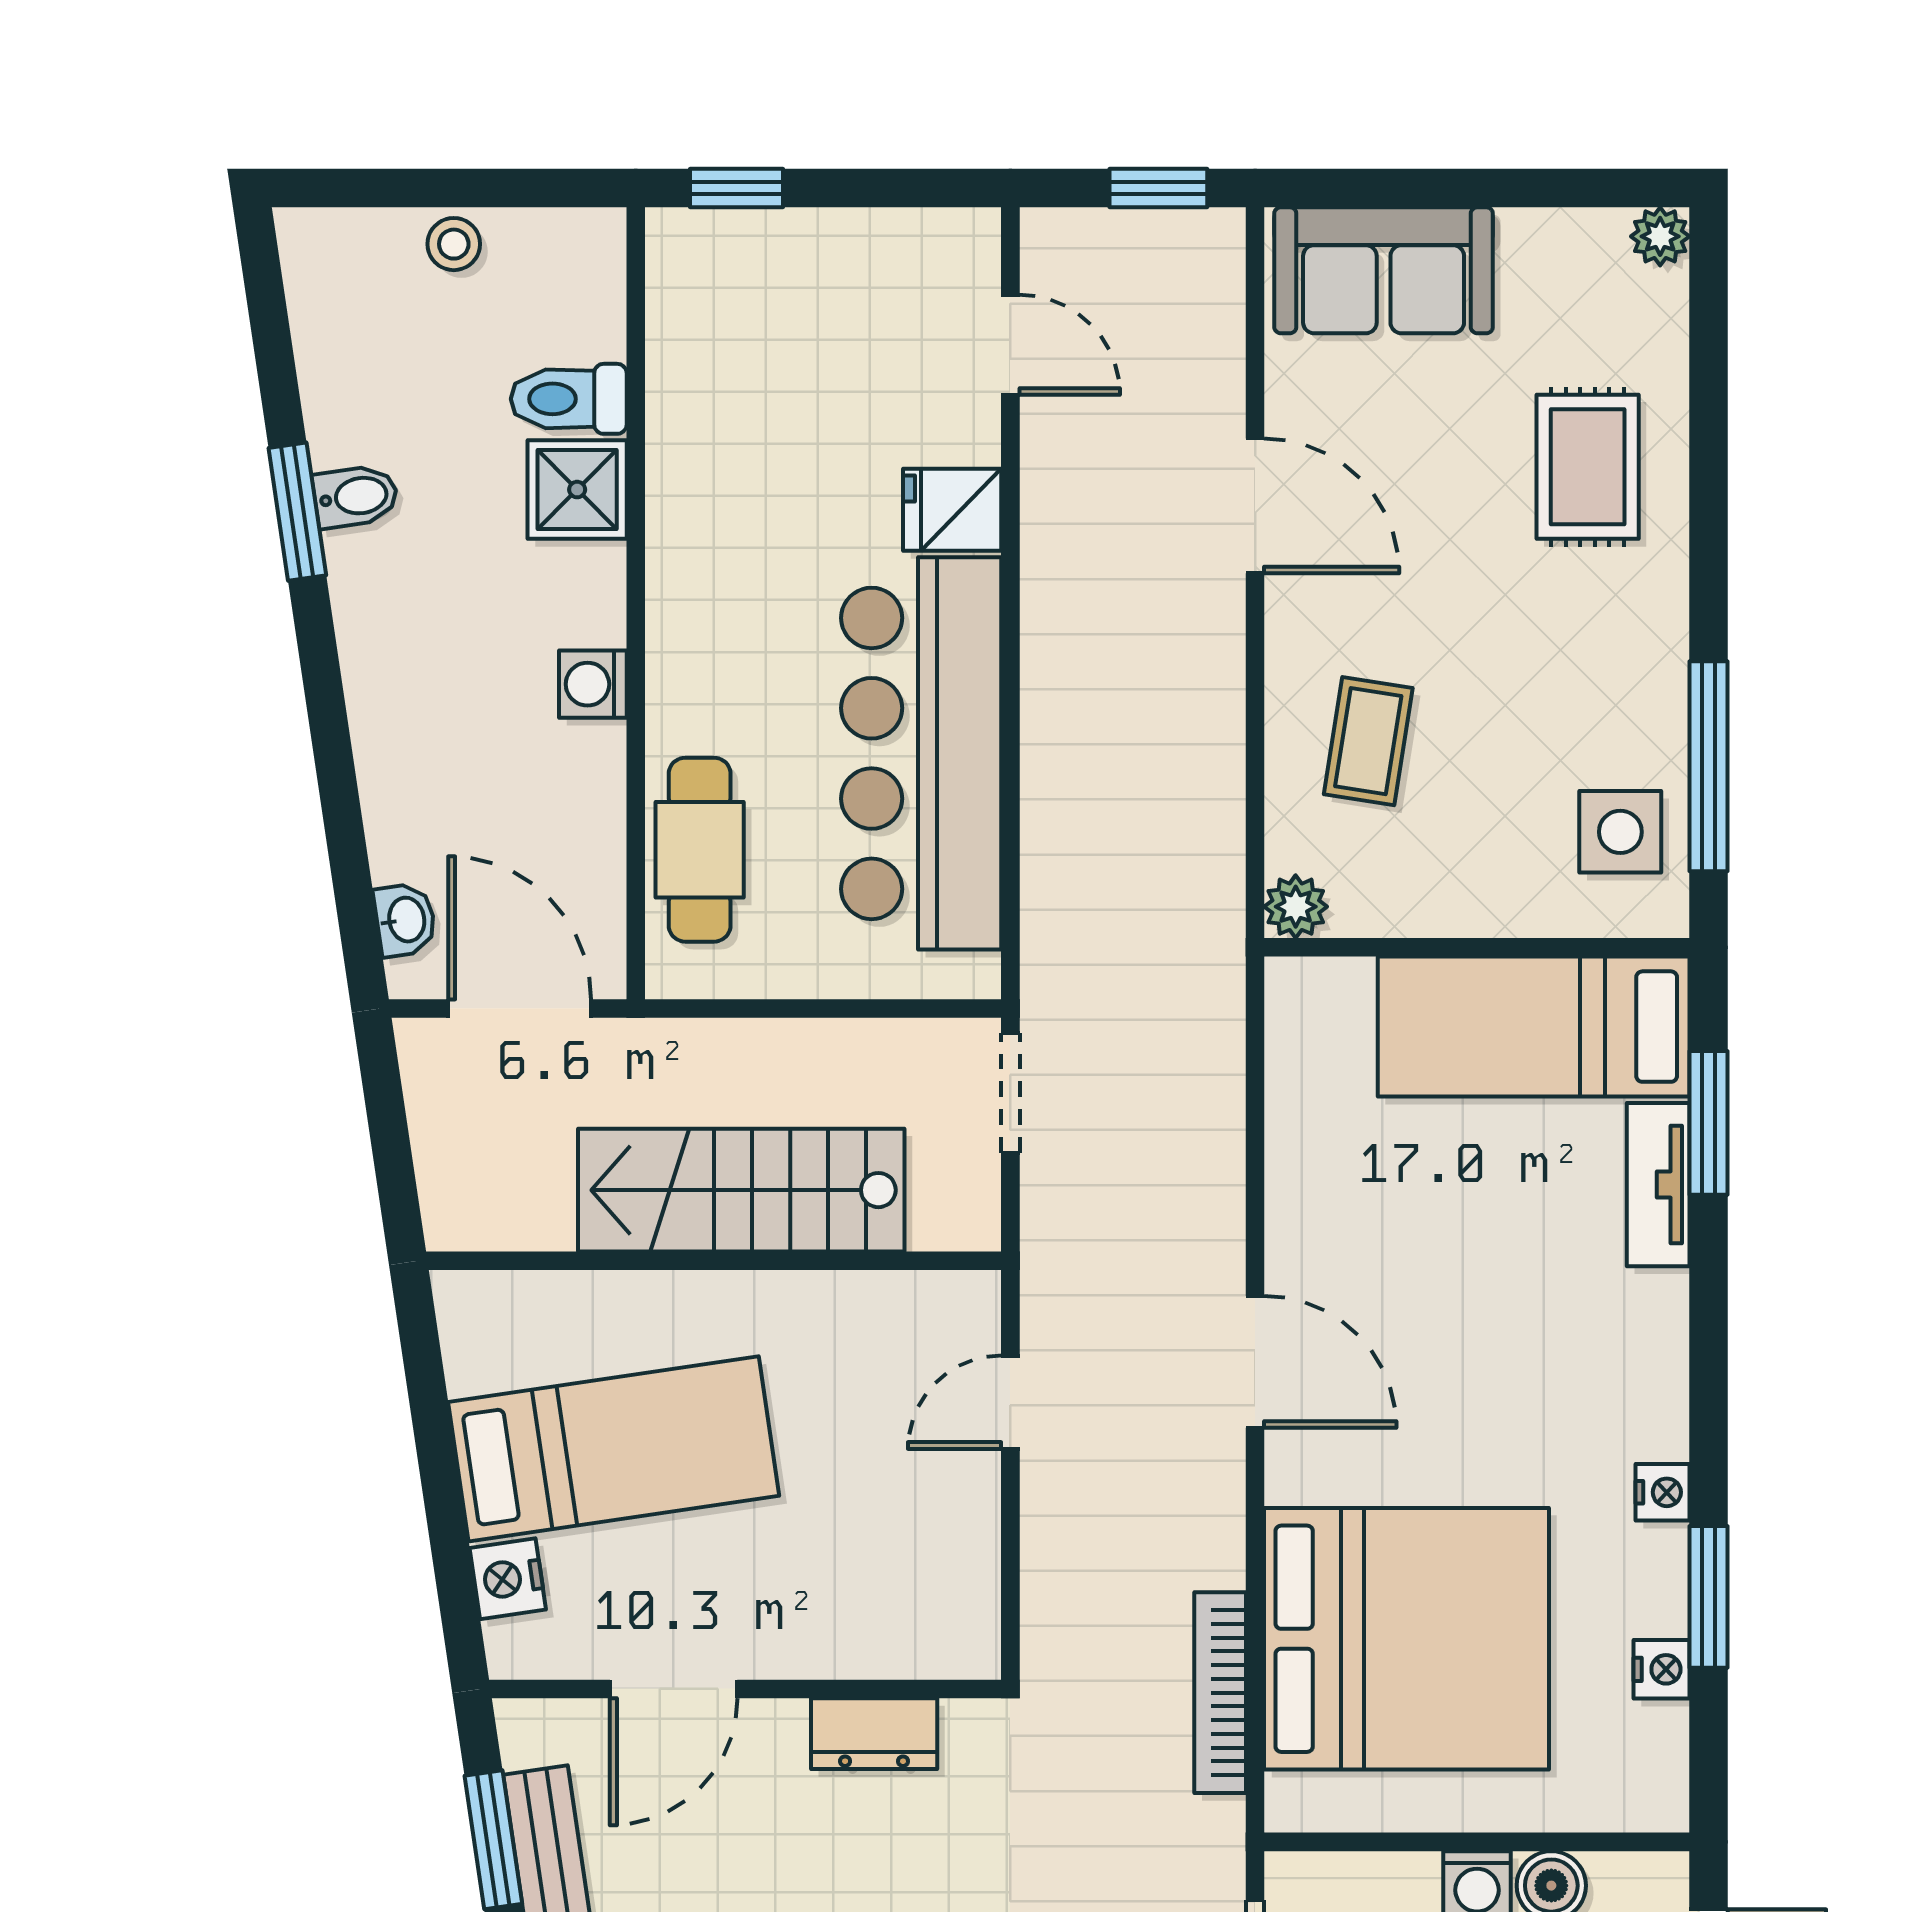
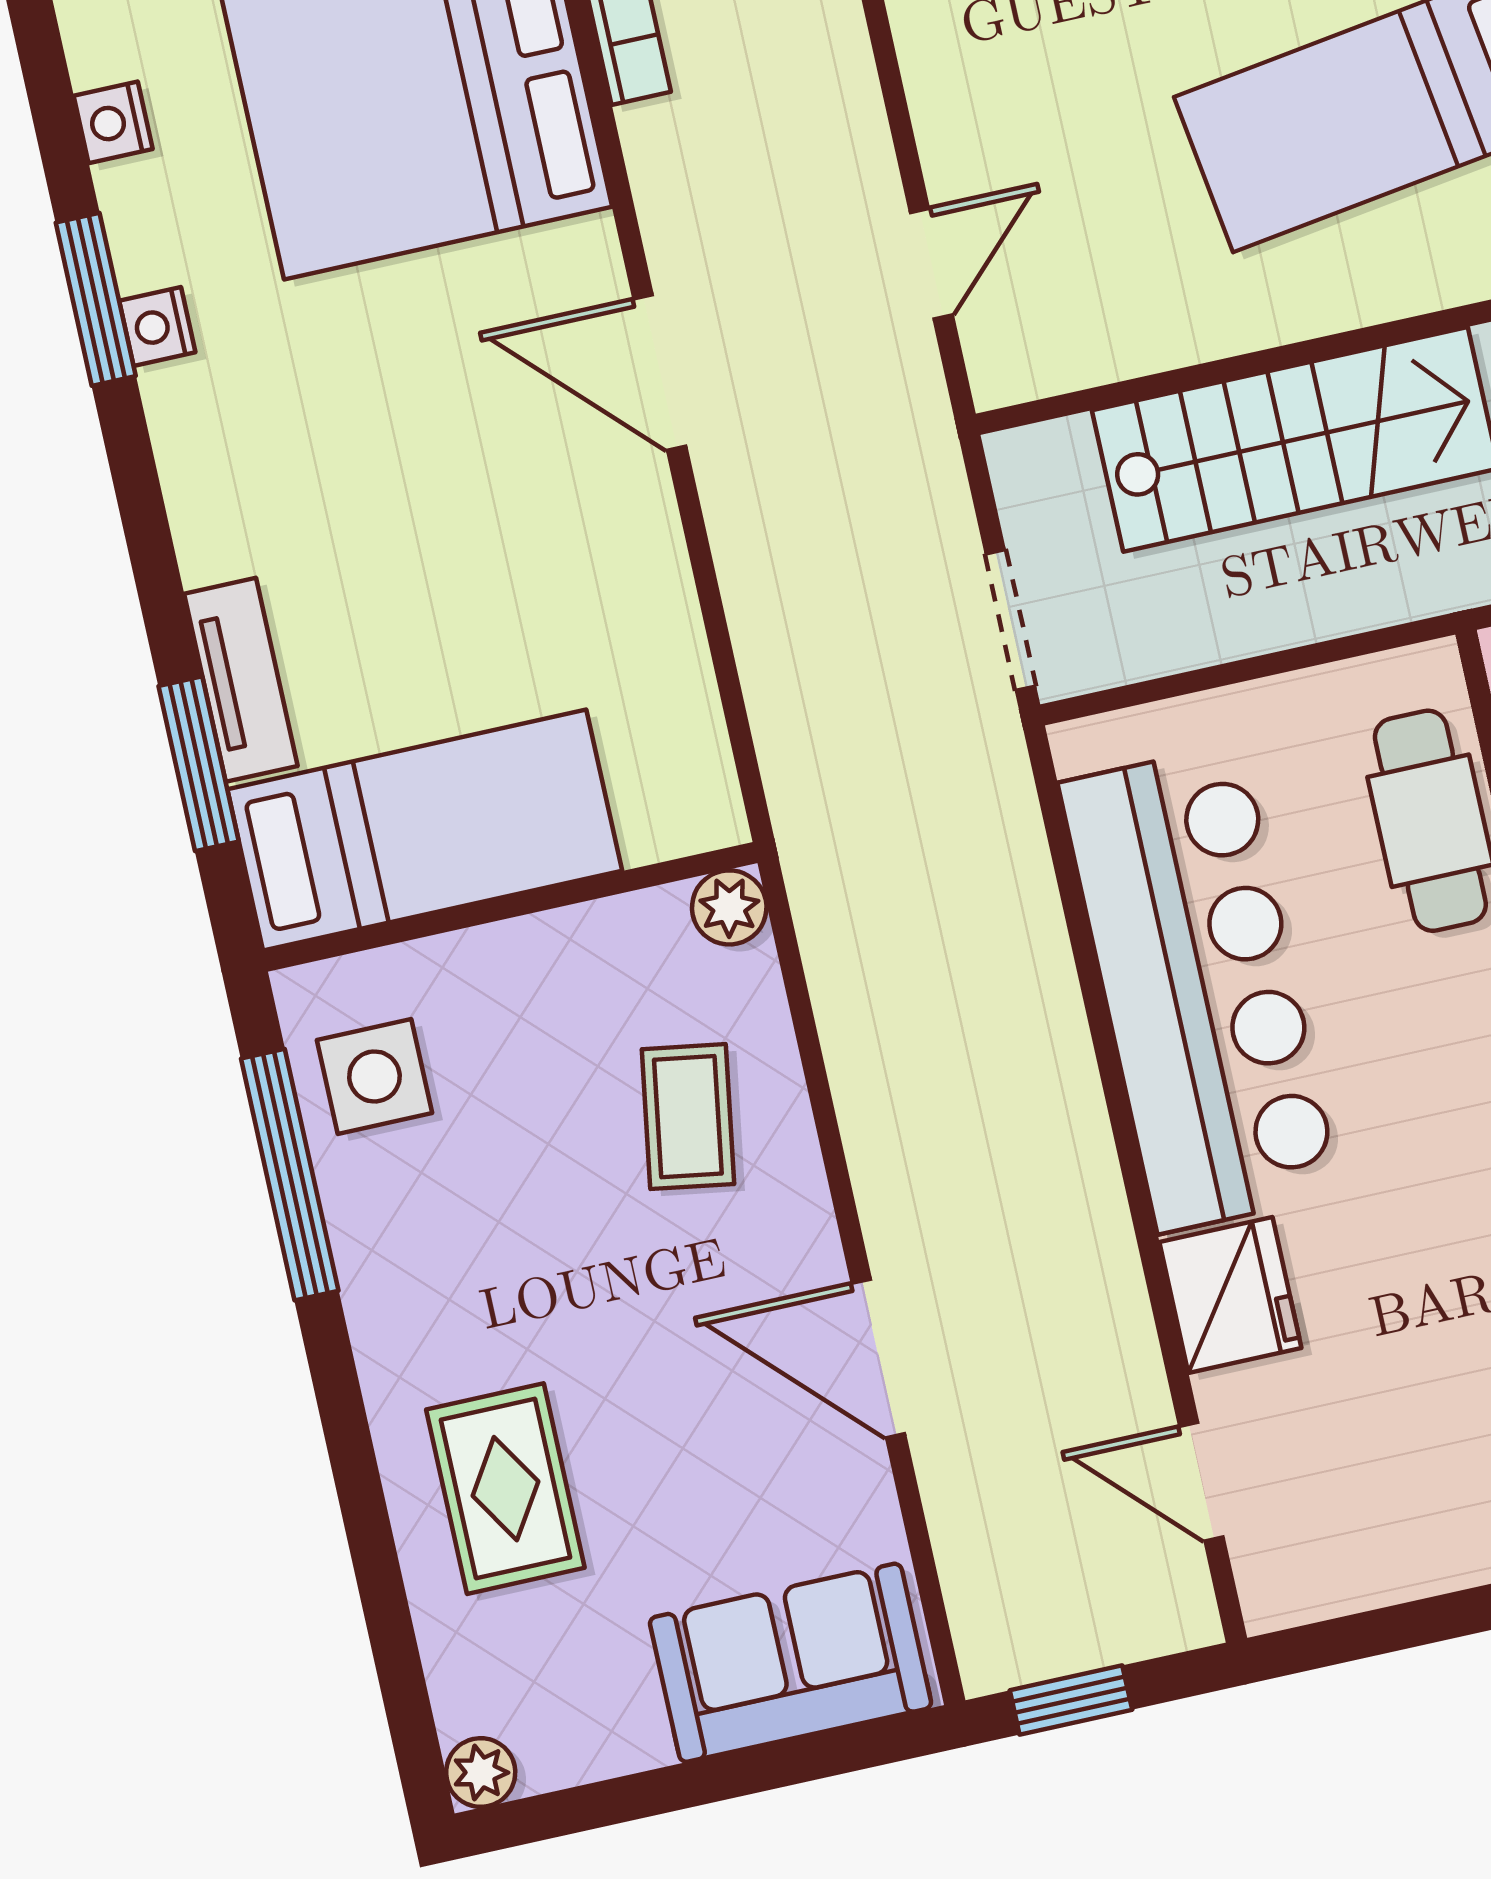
fridge: (952, 510) -> (1230, 1295), width x1.38
window: (1708, 1597) -> (96, 299), moved

